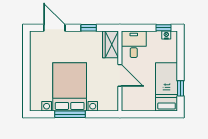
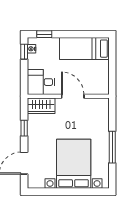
door: (120, 75) -> (73, 96), hinge flipped
bed with nightstands: (70, 87) -> (74, 164), moved, turned 90
window: (181, 88) -> (44, 34), moved

